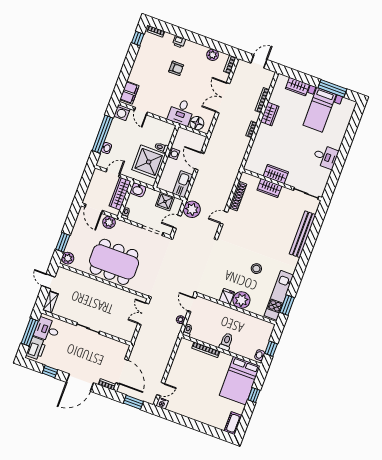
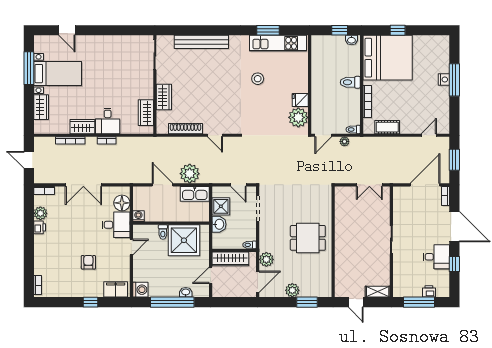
window: (138, 38) -> (90, 302), moved
printer: (179, 42) -> (40, 227), moved
armchair: (176, 68) -> (88, 262), moved
door: (141, 111) -> (131, 247), moved
door: (351, 130) -> (67, 30), added
washing machine: (174, 154) -> (138, 216), moved
desk: (325, 157) -> (108, 121), moved, turned 180
door: (199, 161) -> (163, 185), swing flipped
door: (113, 173) -> (211, 275), hinge flipped
wardrobe: (276, 174) -> (146, 113), moved
washbasin: (138, 190) -> (219, 224), moved
plant: (192, 209) -> (190, 174), moved
plant: (68, 258) -> (292, 290), moved
dining table: (114, 262) -> (308, 238), width x0.53, depth x0.80
door: (48, 281) -> (356, 302), hinge flipped
plant: (241, 300) -> (298, 117), moved
window: (287, 305) -> (268, 30), moved
double door: (143, 314) -> (369, 185), moved
desk: (47, 330) -> (436, 257), moved, turned -90
printer: (36, 348) -> (429, 291), width x0.53, depth x0.68
bed: (240, 381) -> (388, 58), width x1.36
door: (161, 389) -> (429, 135), hinge flipped
nightstand: (162, 403) -> (444, 79), moved
cot: (233, 423) -> (387, 127), moved
window: (198, 426) -> (454, 80), added

